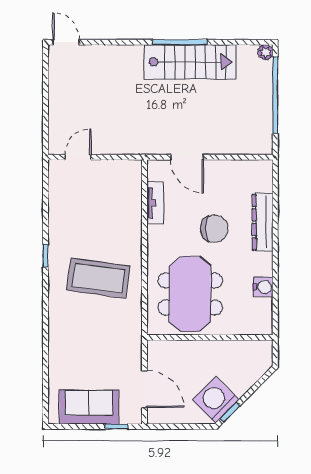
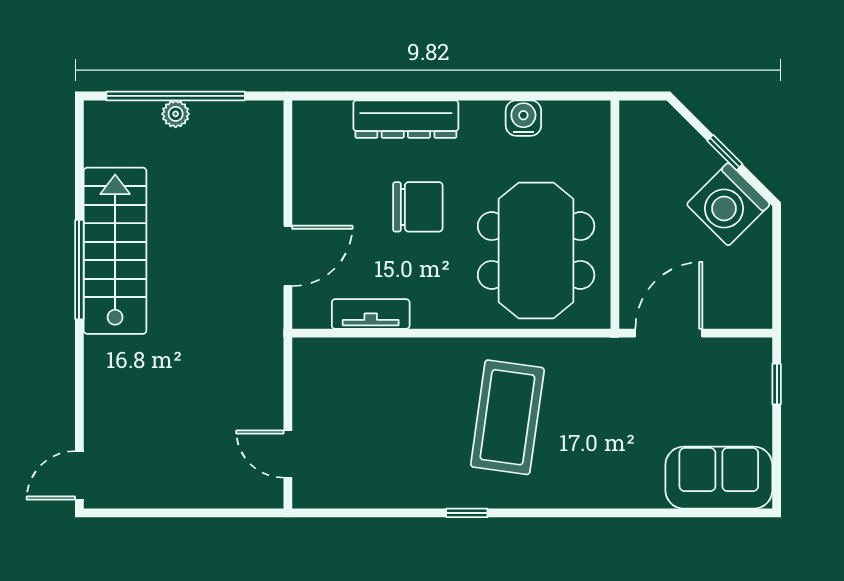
plant: (265, 52) -> (176, 114), moved
chair: (214, 229) -> (418, 207), turned 90
meeting table: (190, 294) -> (536, 250), turned 90
door: (145, 389) -> (669, 333), moved
sofa: (89, 407) -> (719, 478), moved, turned 90
window: (230, 412) -> (725, 153), moved

